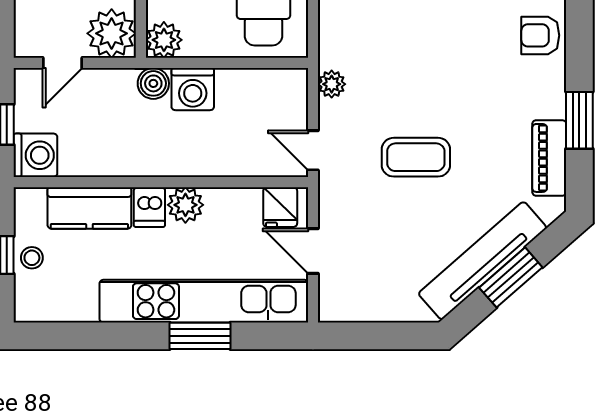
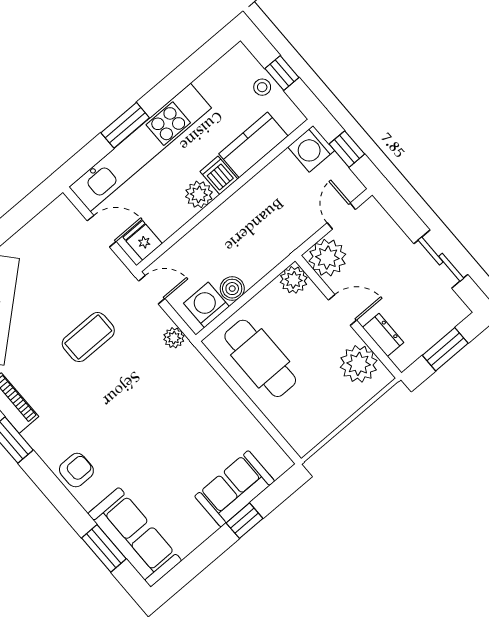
boiler: (153, 83) -> (232, 289), moved
washing machine: (193, 89) -> (206, 305), moved

